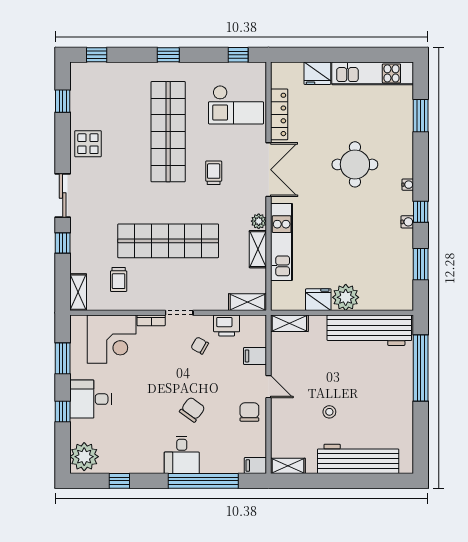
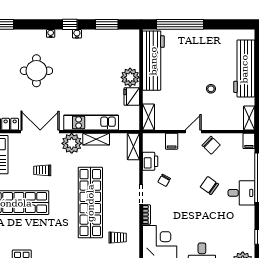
plant: (259, 221) -> (72, 143), width x1.87, depth x1.87
chair: (249, 412) -> (211, 145), turned -136

